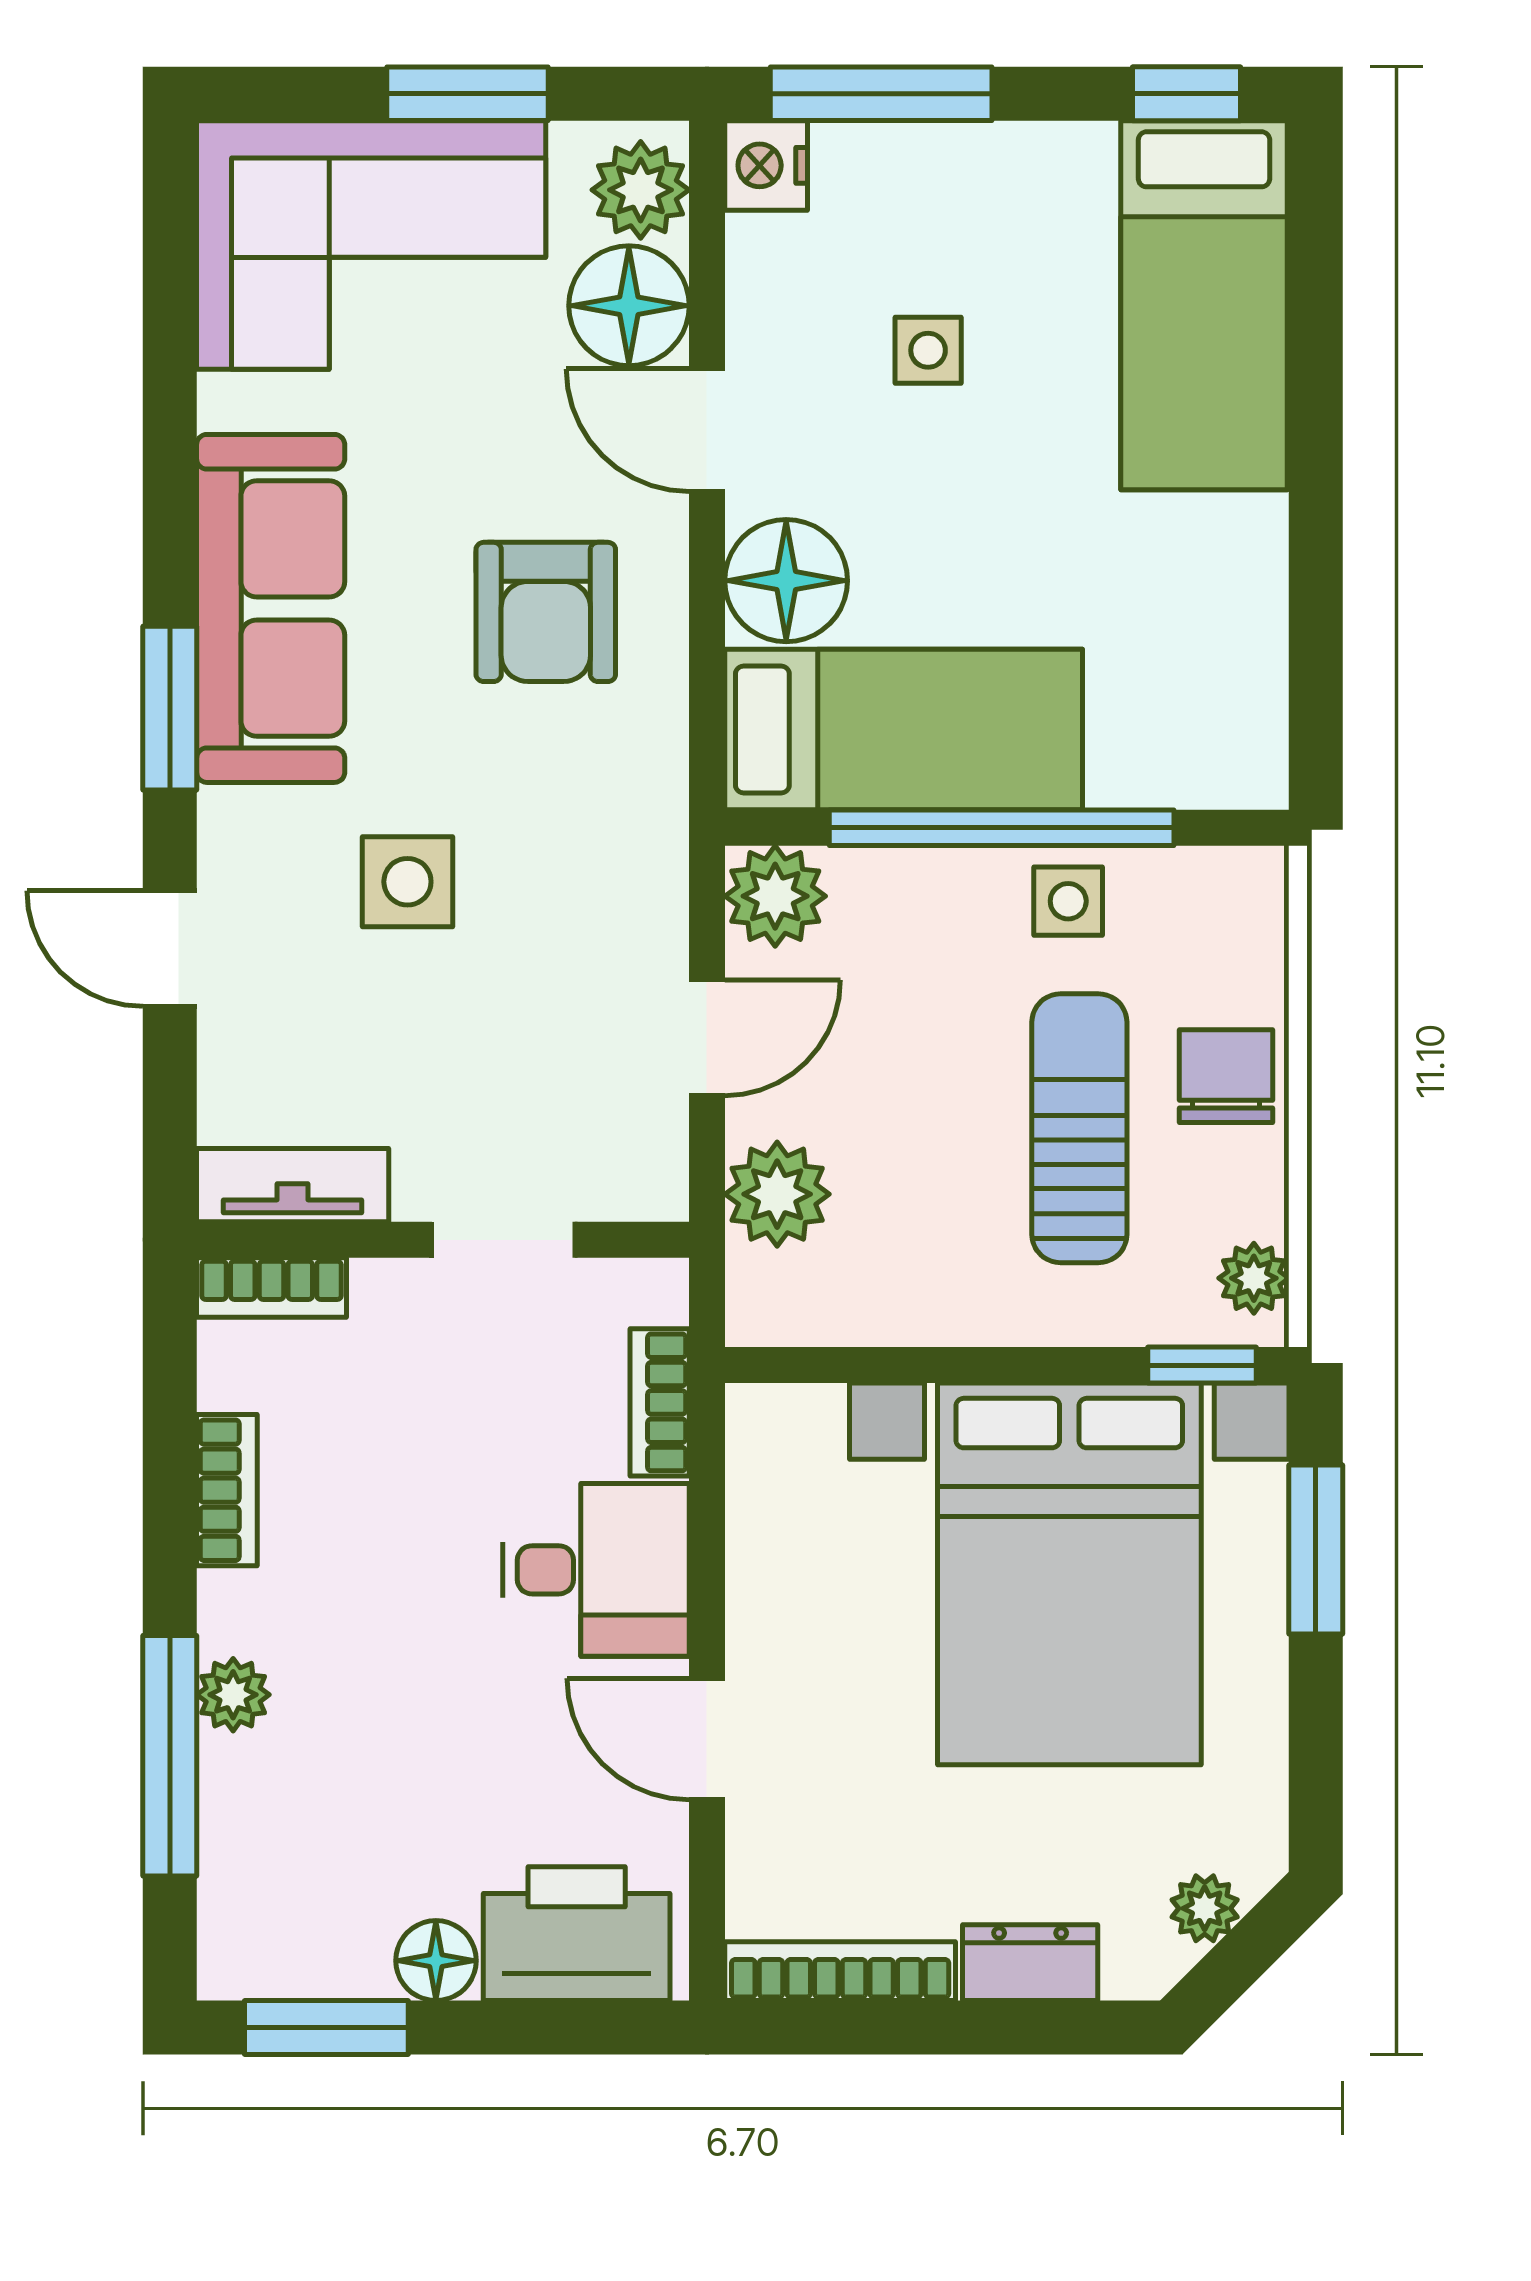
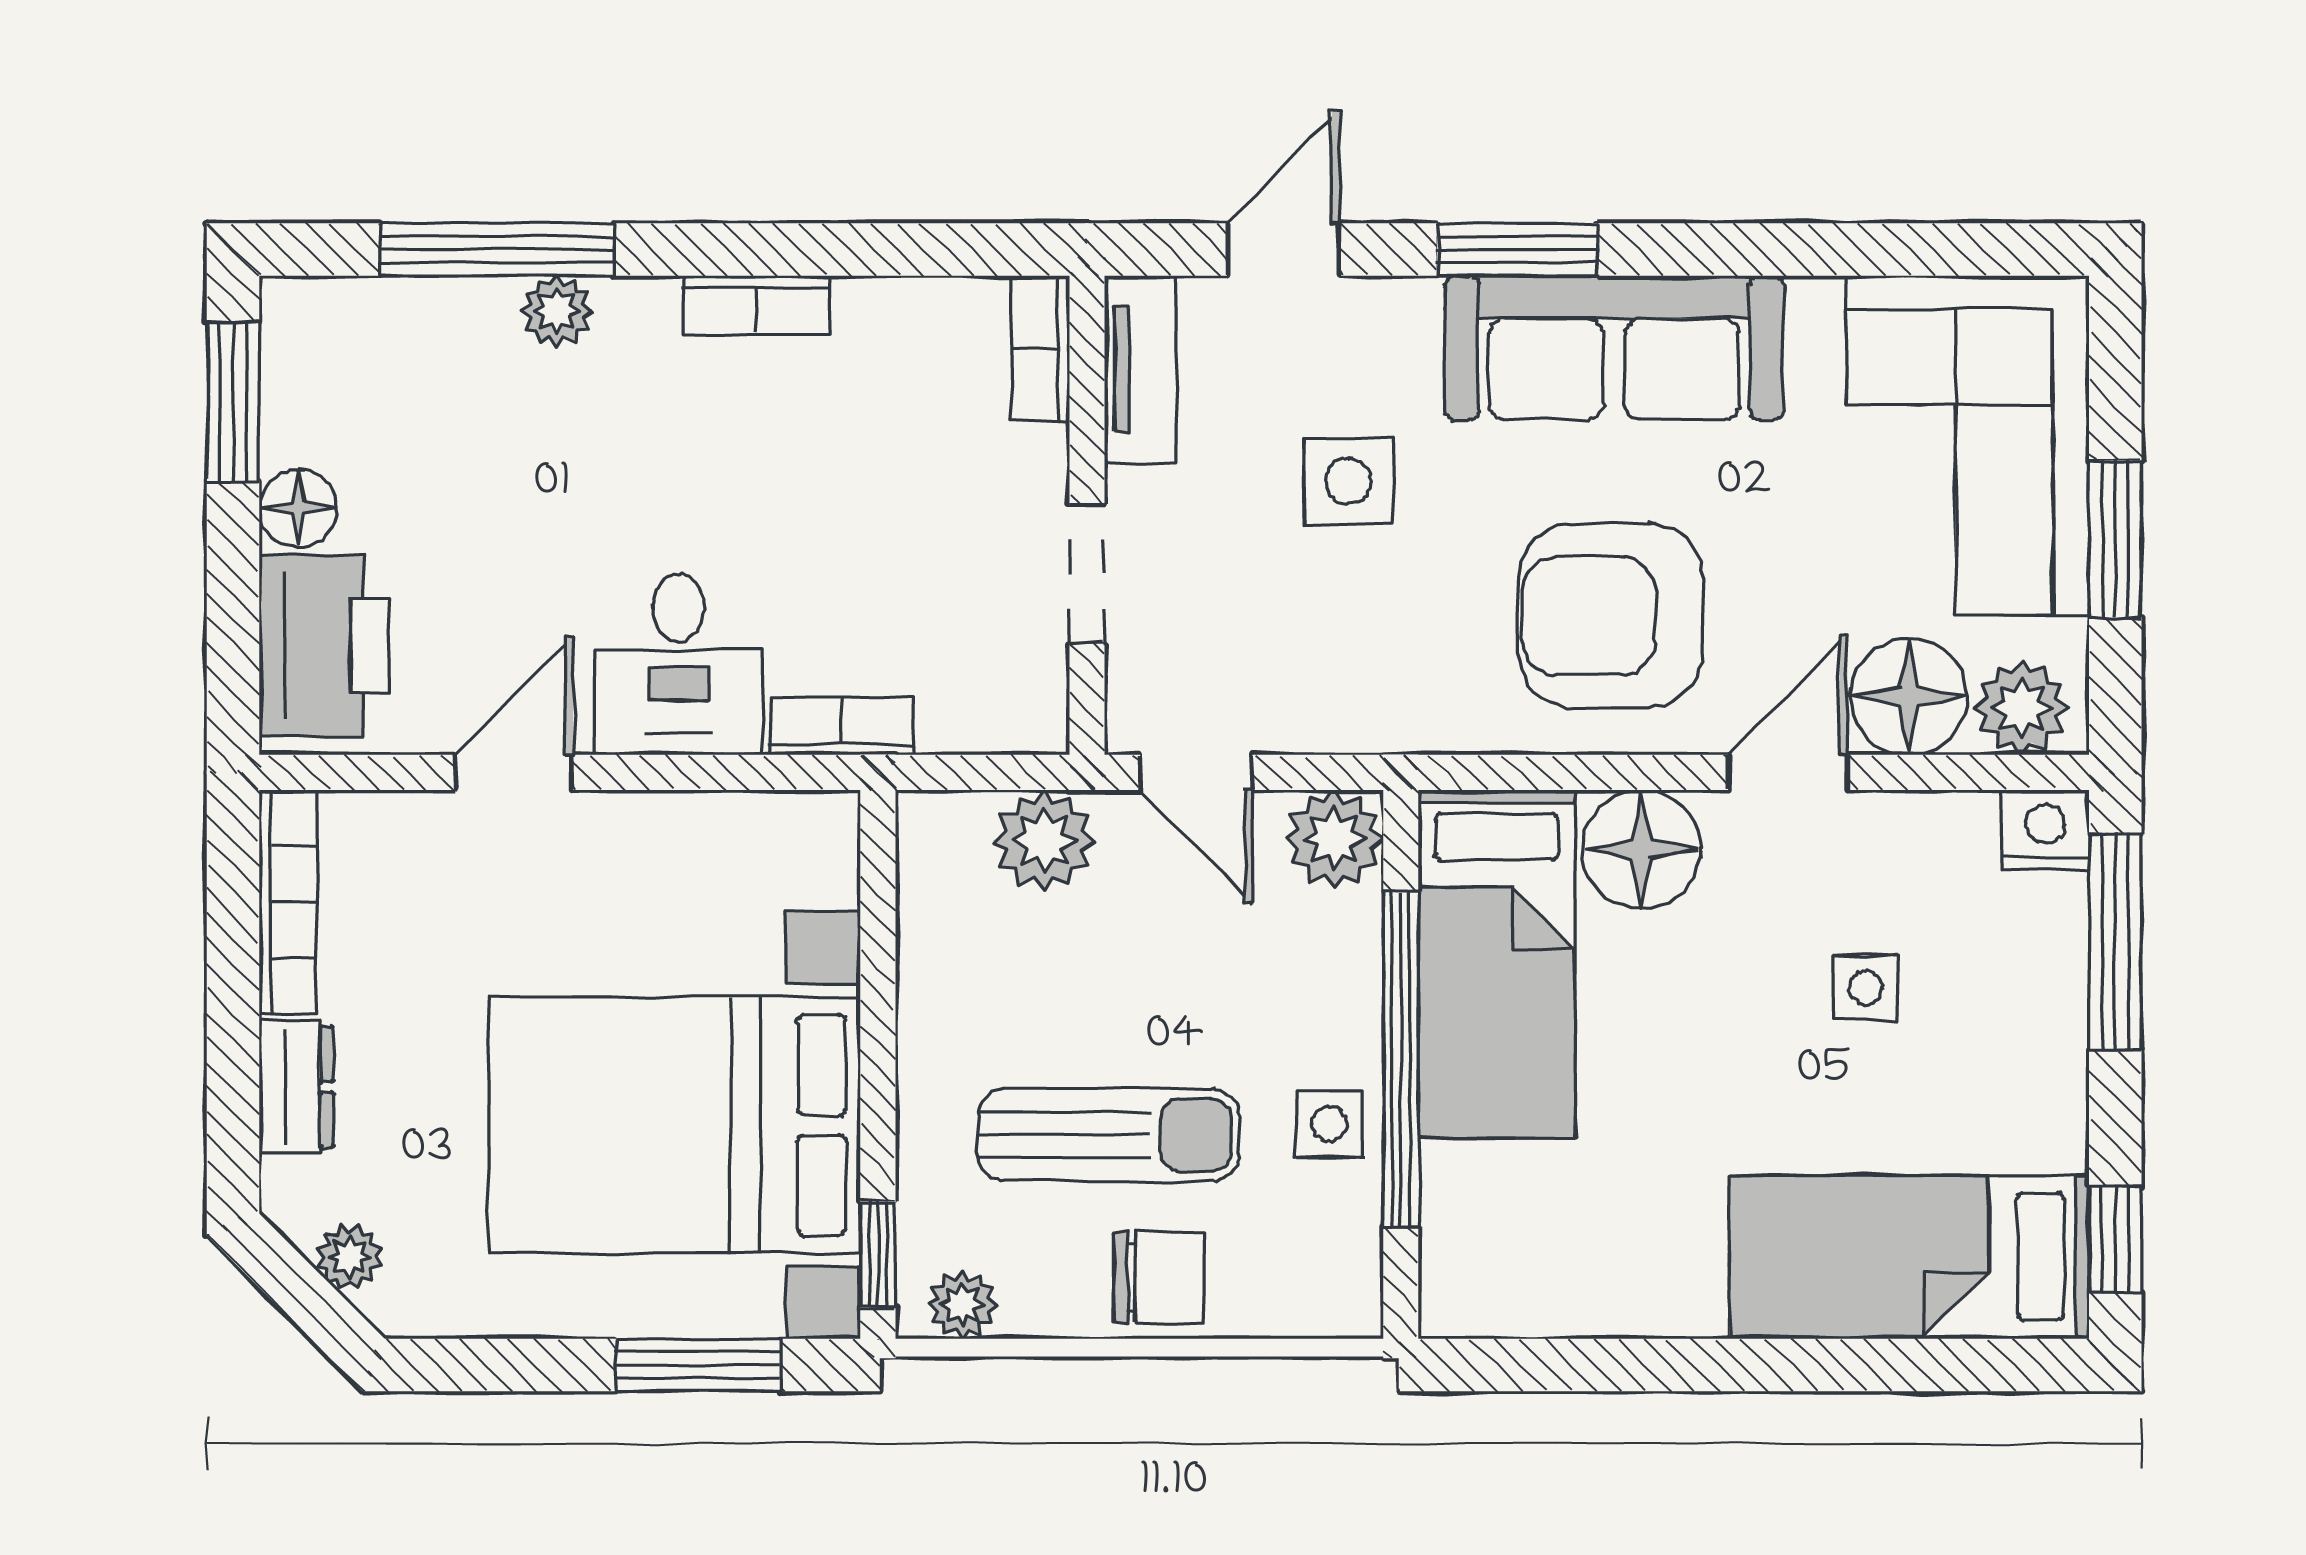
armchair: (546, 612) -> (1611, 616), width x1.36, depth x1.36
tv unit: (293, 1185) -> (1140, 369), moved
wall: (443, 1240) -> (1087, 515), moved
doorway: (503, 1240) -> (1087, 574), moved
bookcase: (271, 1288) -> (1040, 349), moved

